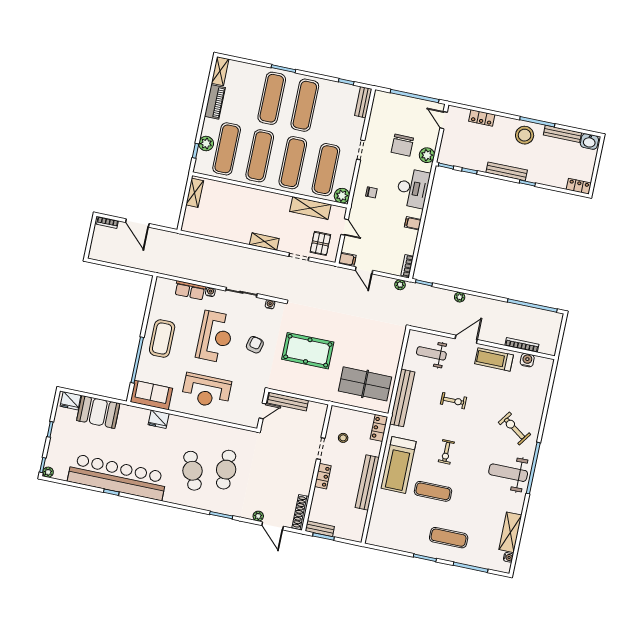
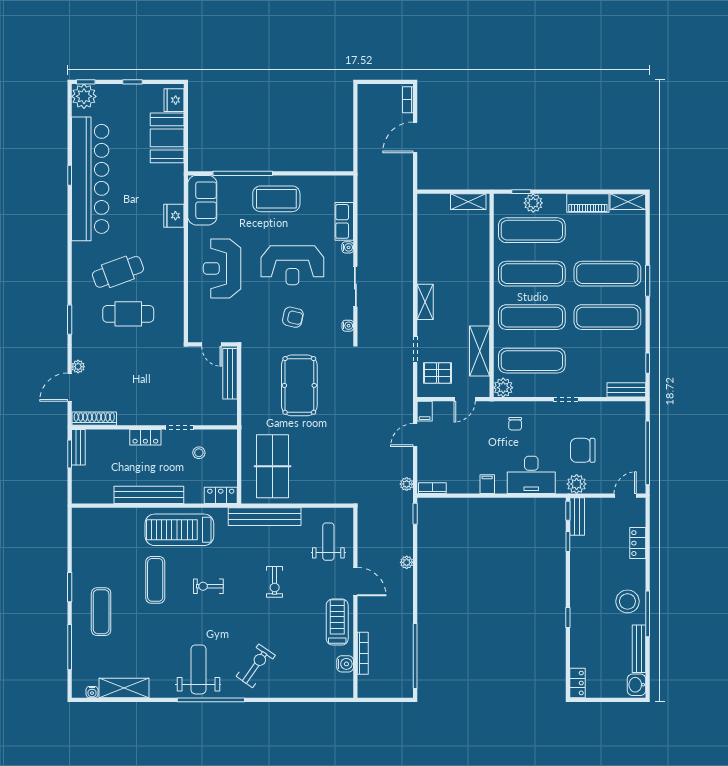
bench: (507, 171) -> (577, 516), moved, width x0.73
plant: (48, 472) -> (84, 96), width x1.88, depth x1.88

